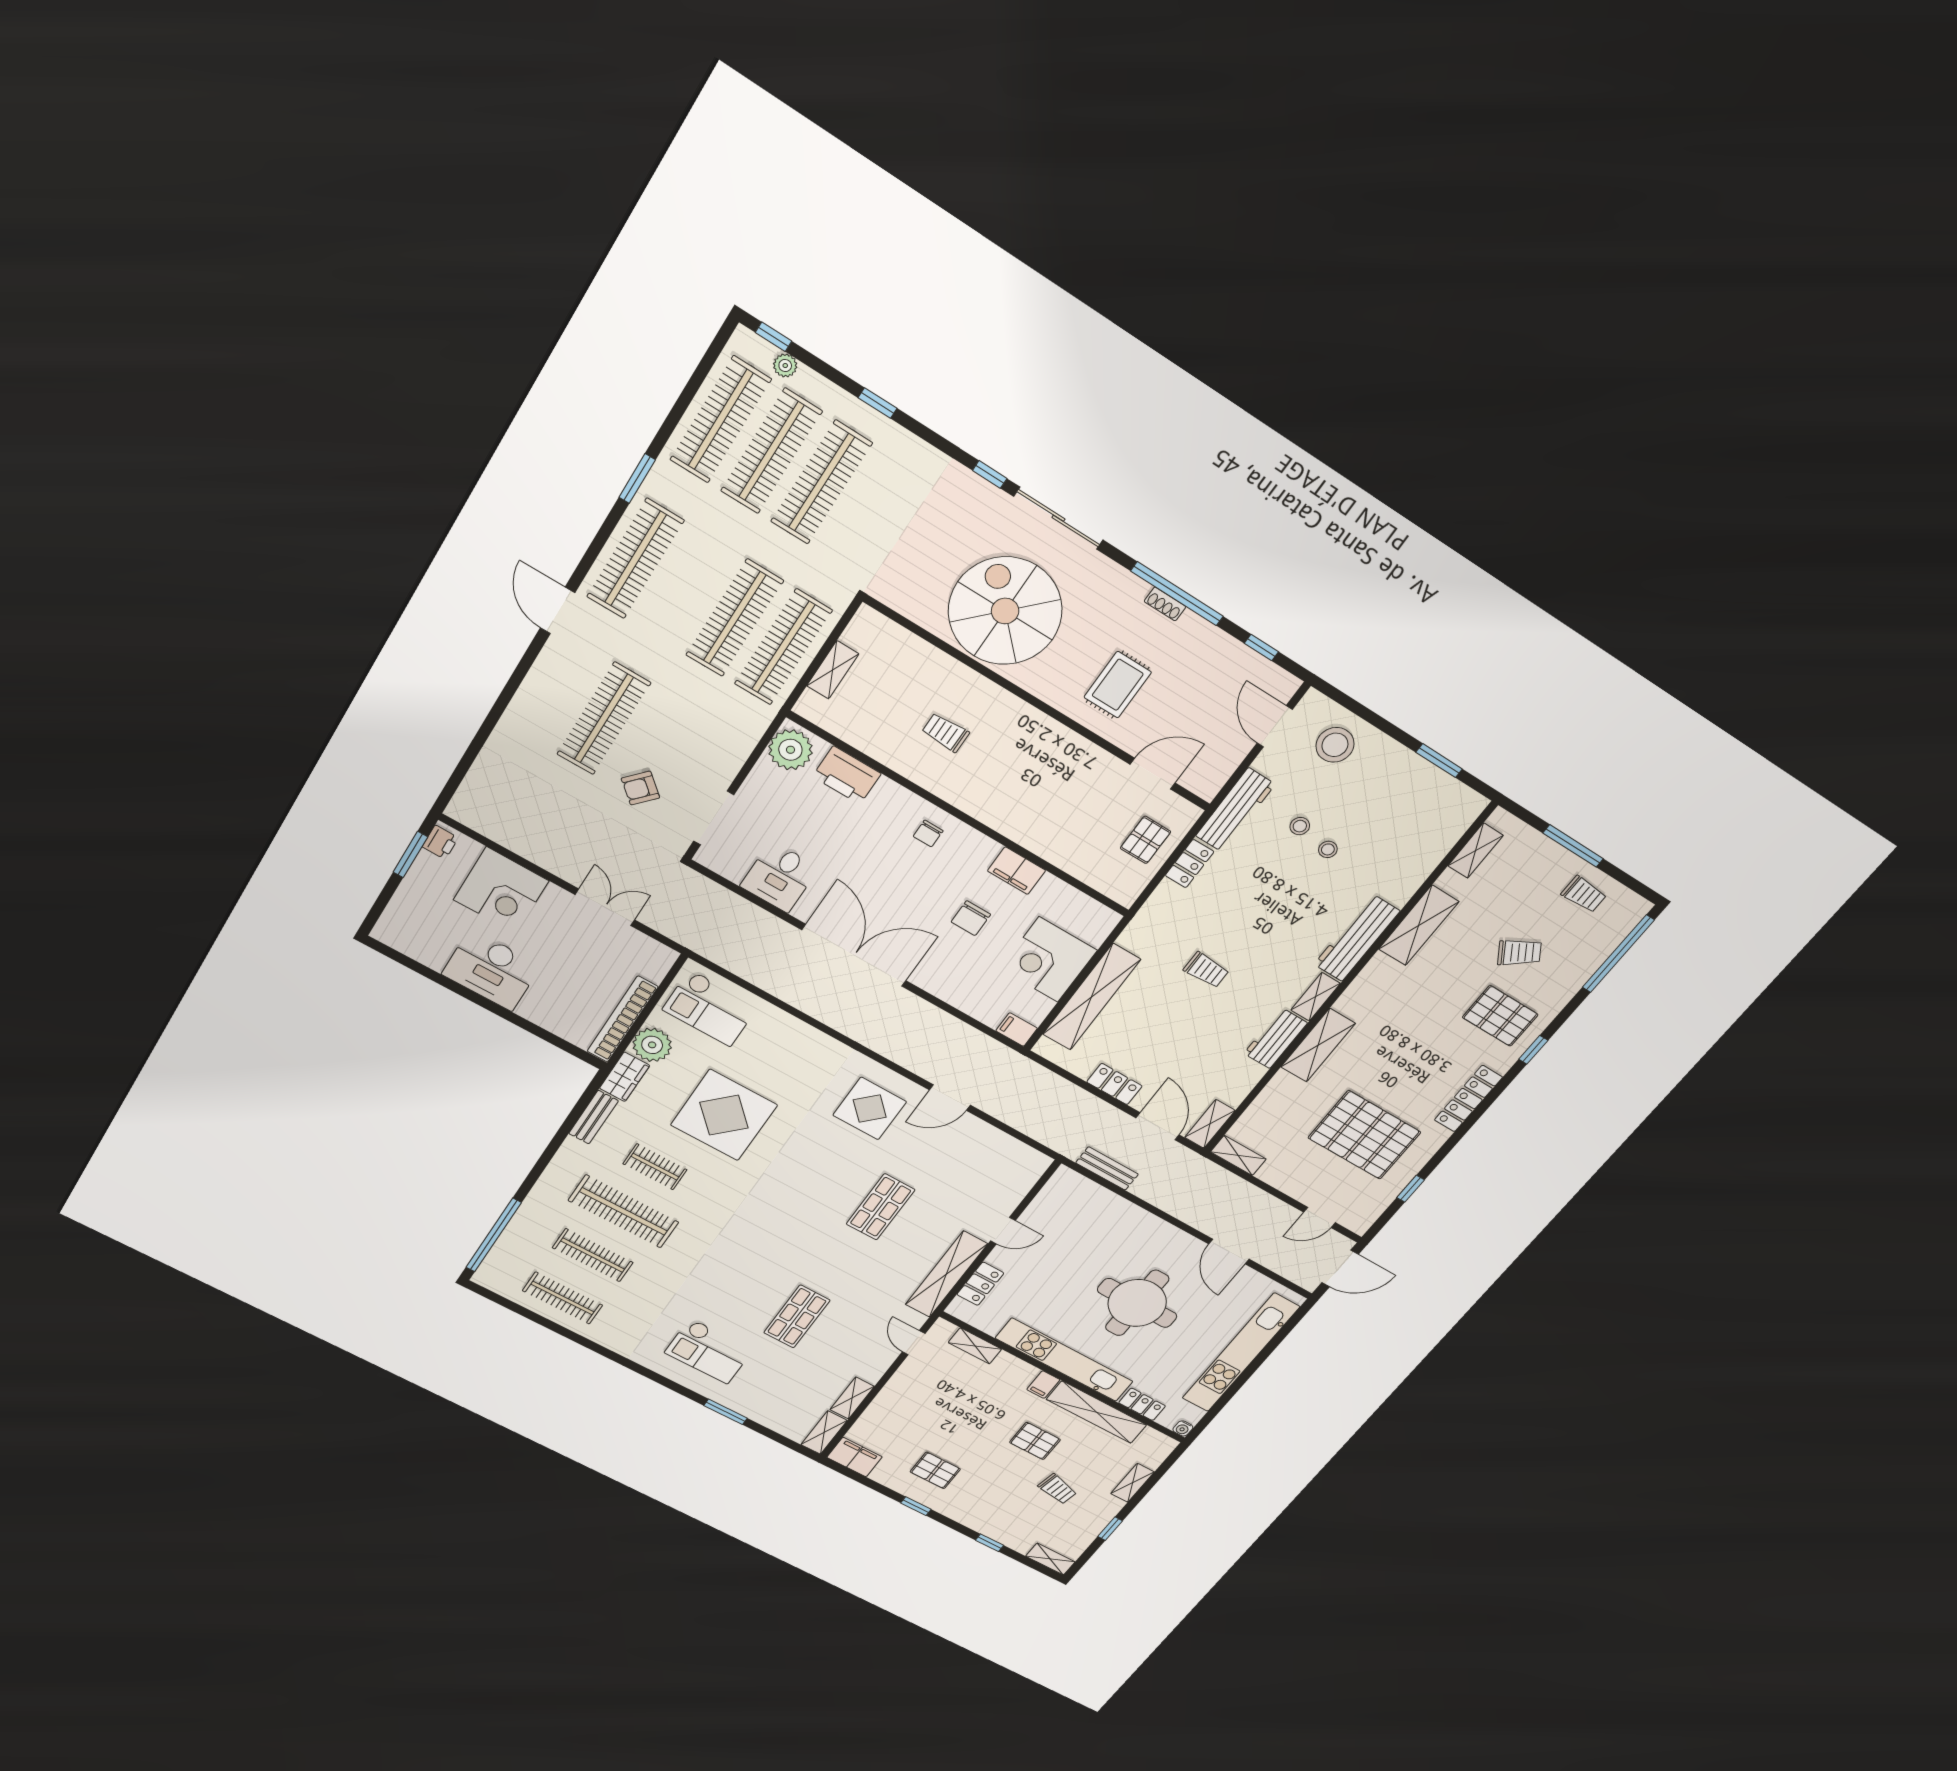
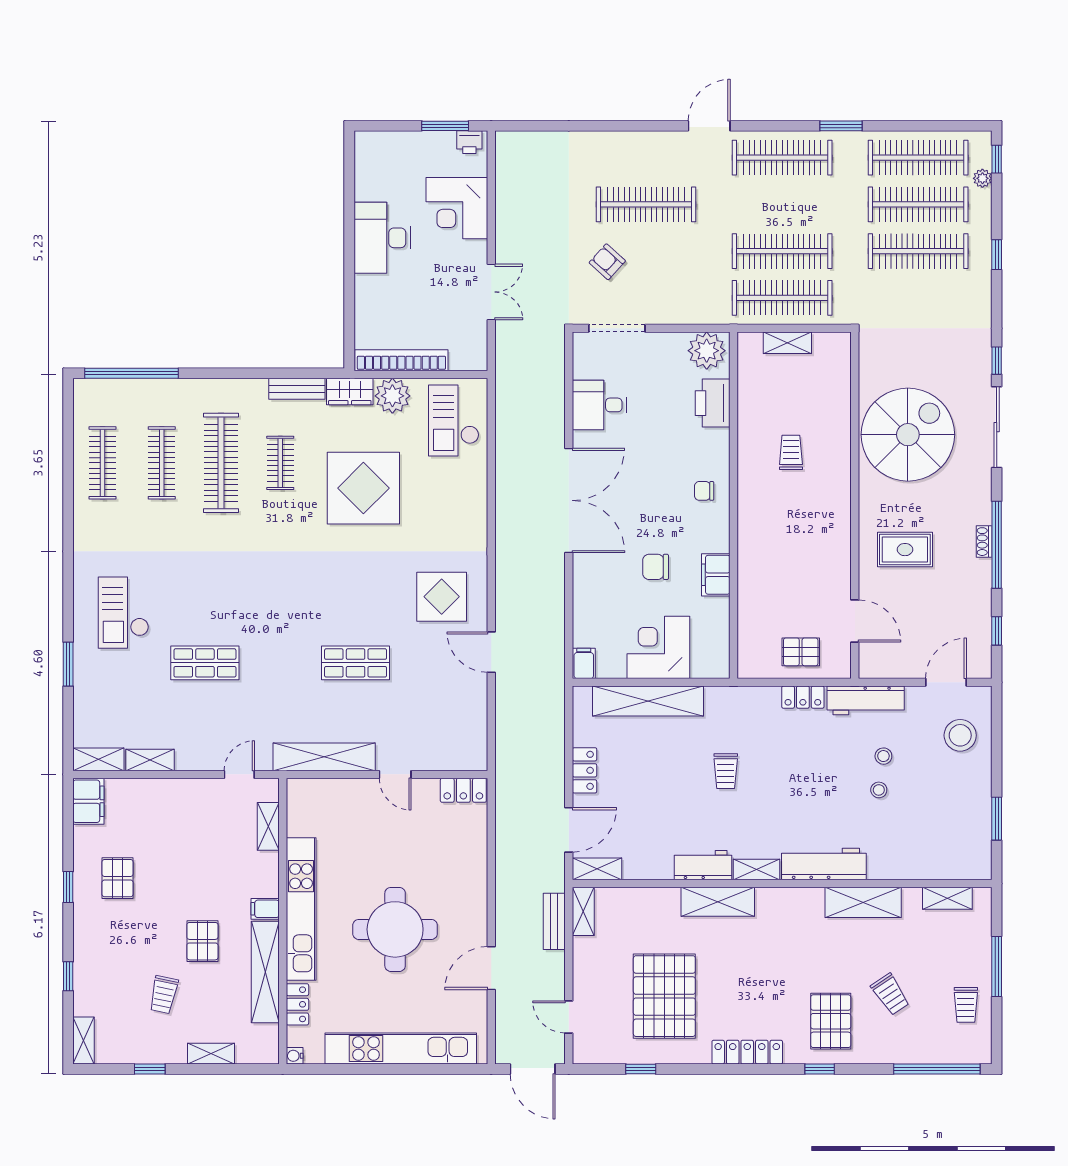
bench: (1107, 1168) -> (554, 921), moved
locker: (980, 1284) -> (463, 790), moved

